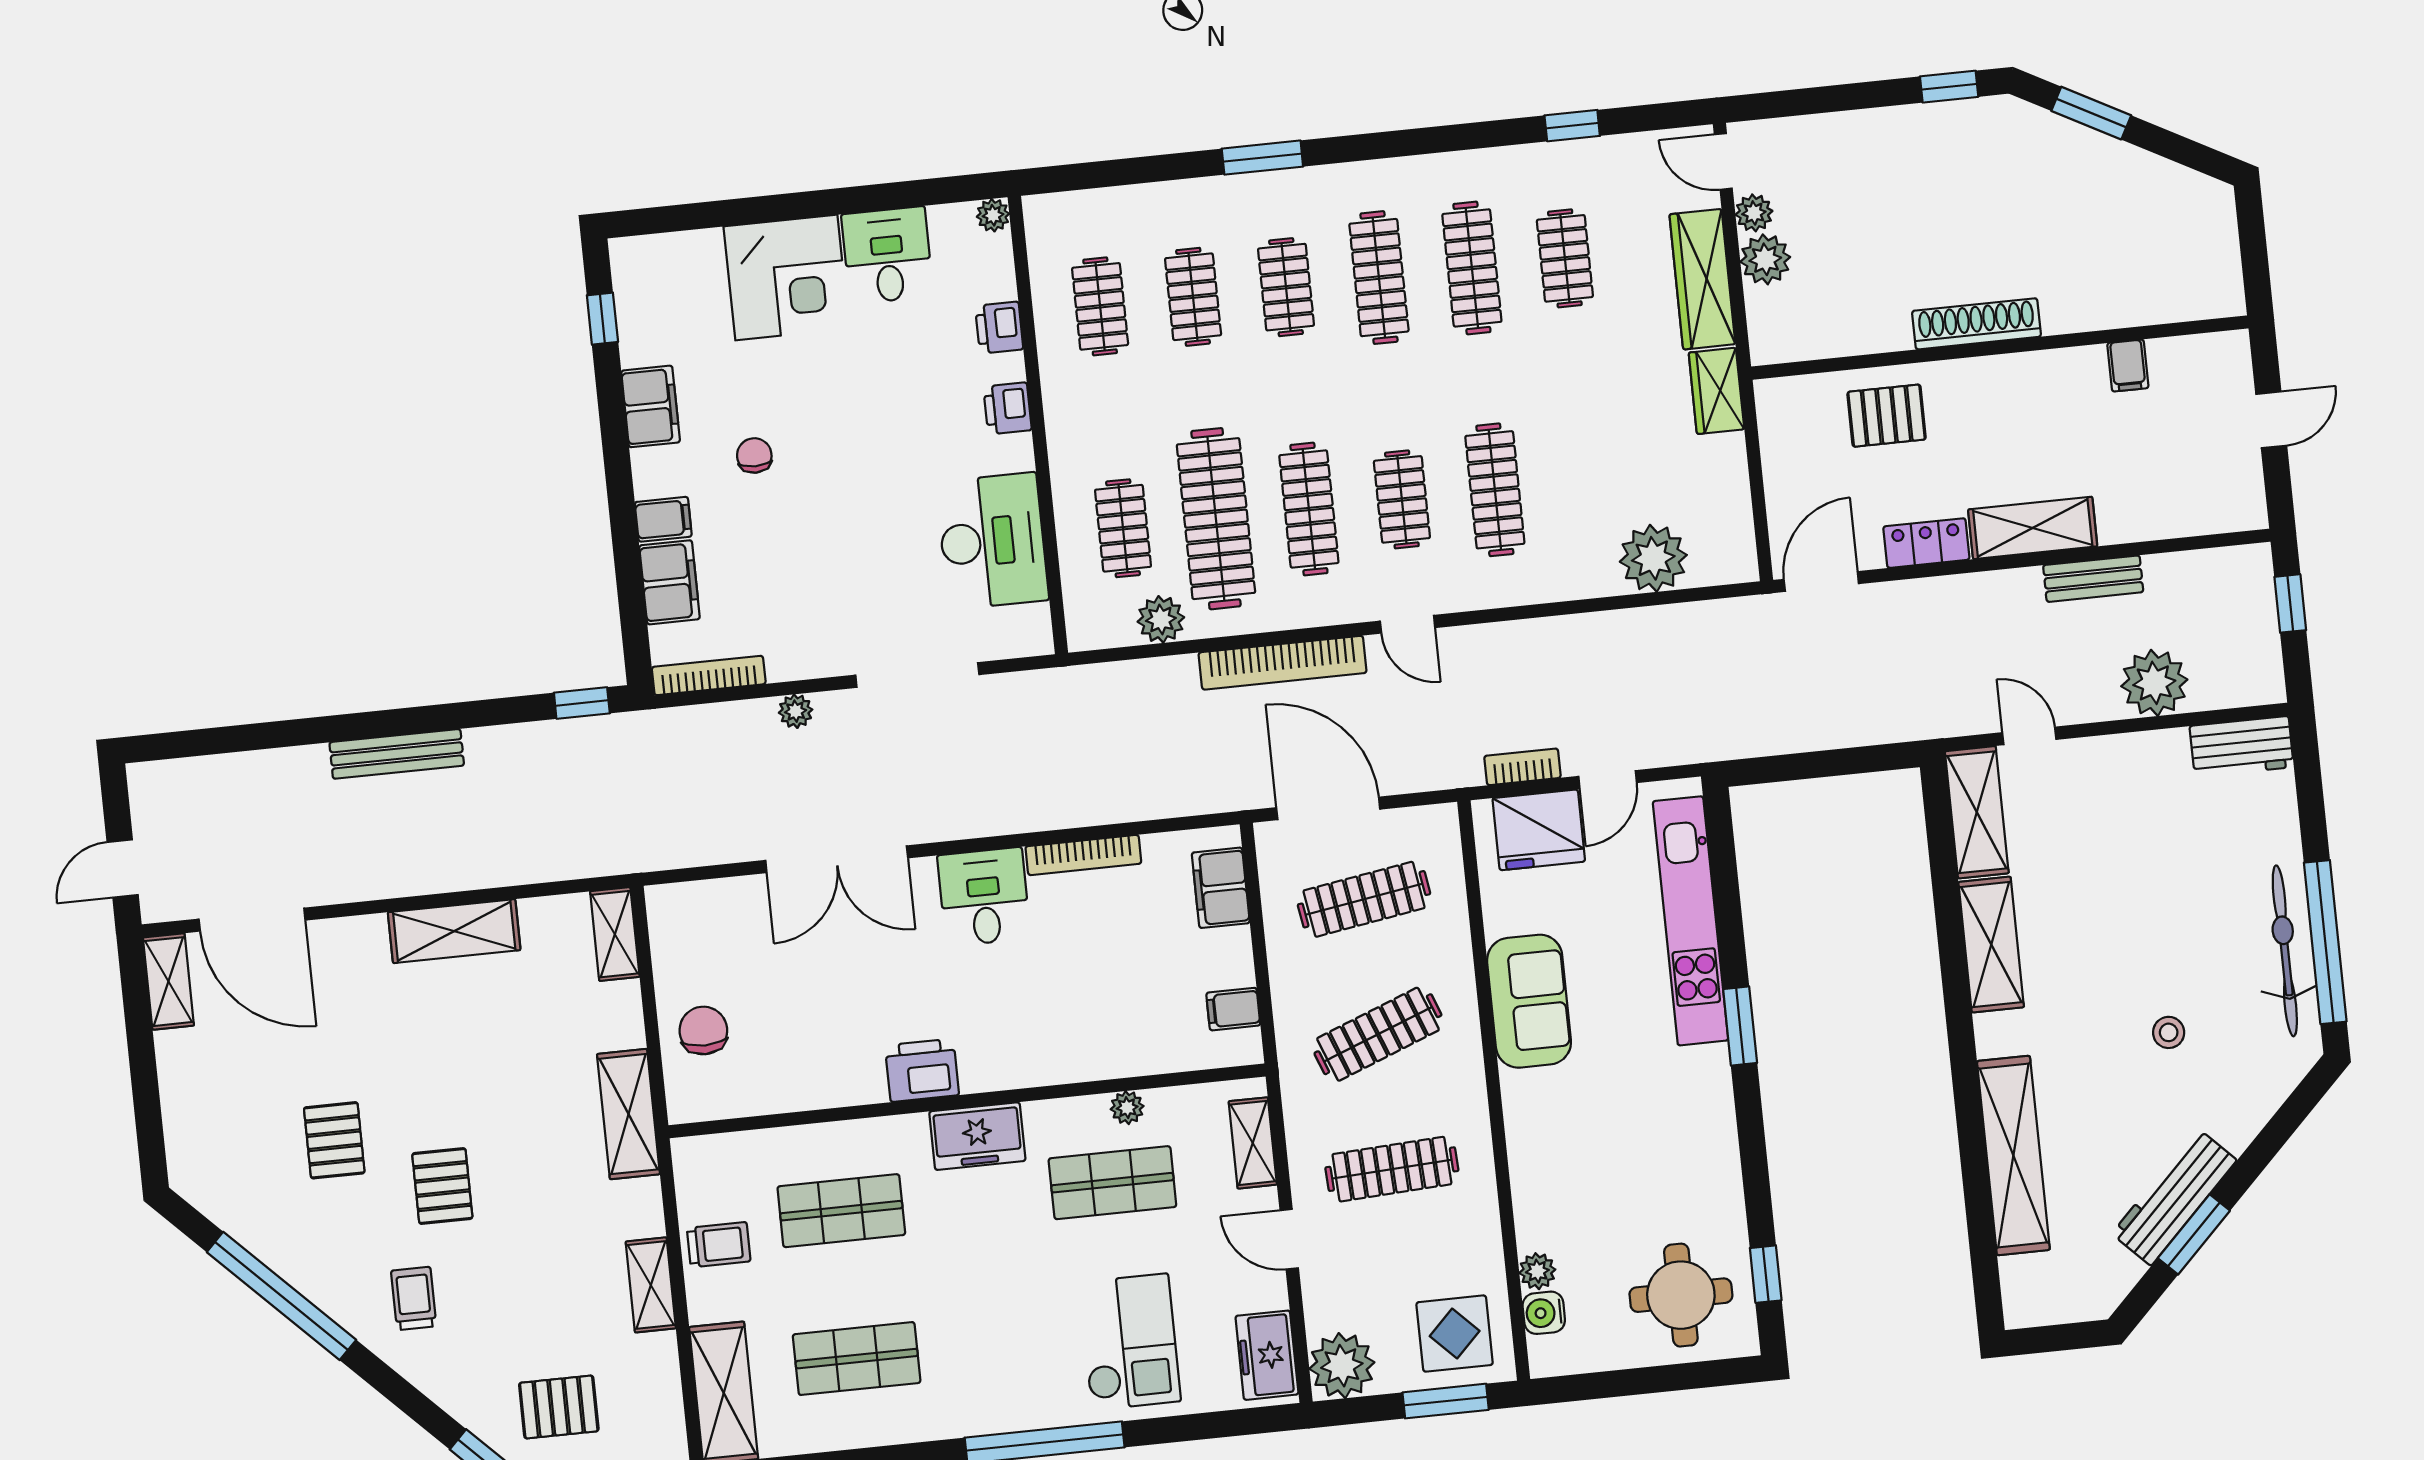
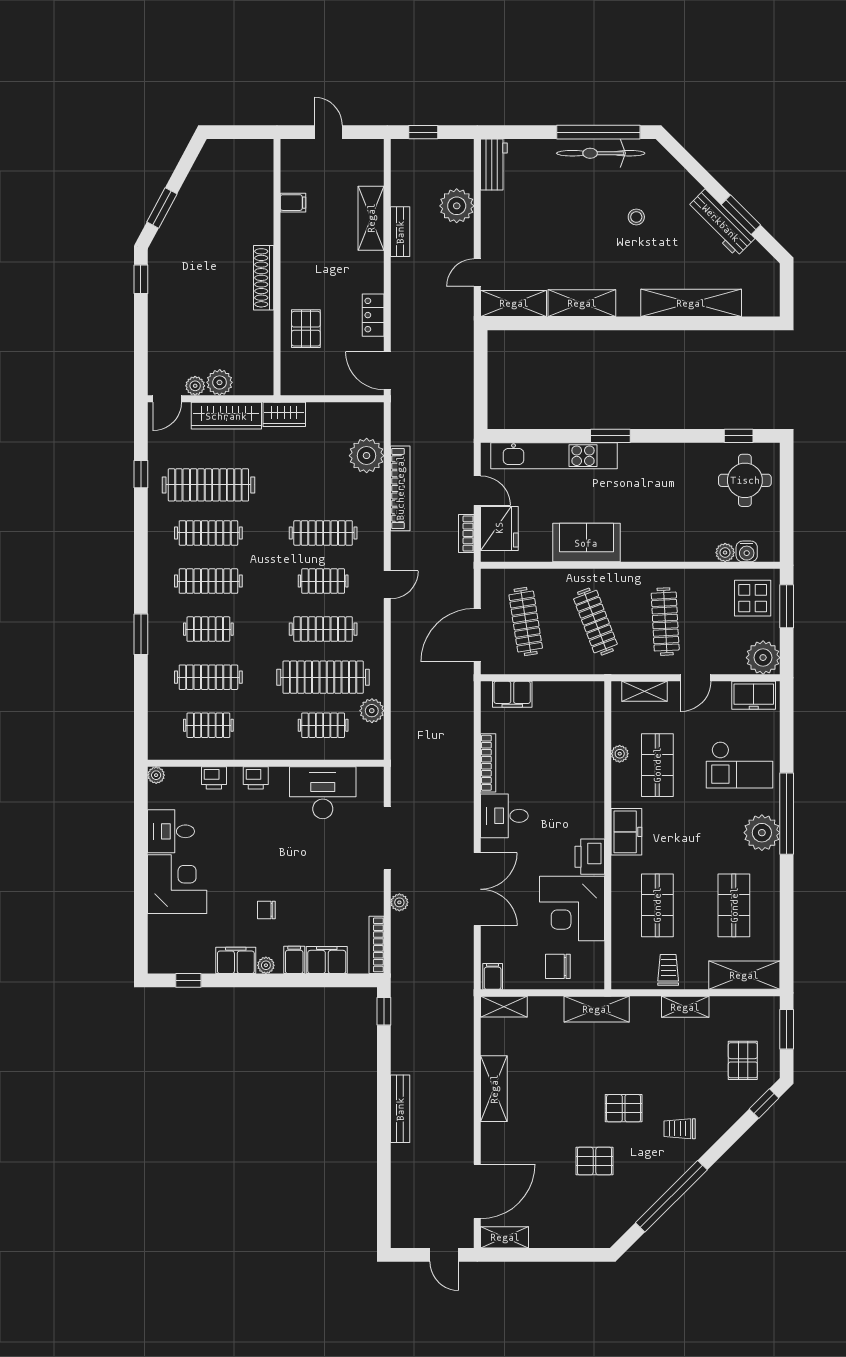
clothes rail: (1565, 258) -> (208, 485), width x1.86, depth x1.31
clothes rail: (1193, 297) -> (208, 677), width x1.36
plant: (647, 466) -> (266, 965), added
shelving: (2033, 528) -> (371, 218), moved
bookcase: (1283, 663) -> (400, 488), moved
filing cabinet: (1233, 1009) -> (493, 976), moved, turned 180
corner desk: (818, 1046) -> (572, 909), added
checkout: (1130, 1342) -> (740, 765), turned 180
plant: (1003, 1398) -> (762, 833), added

